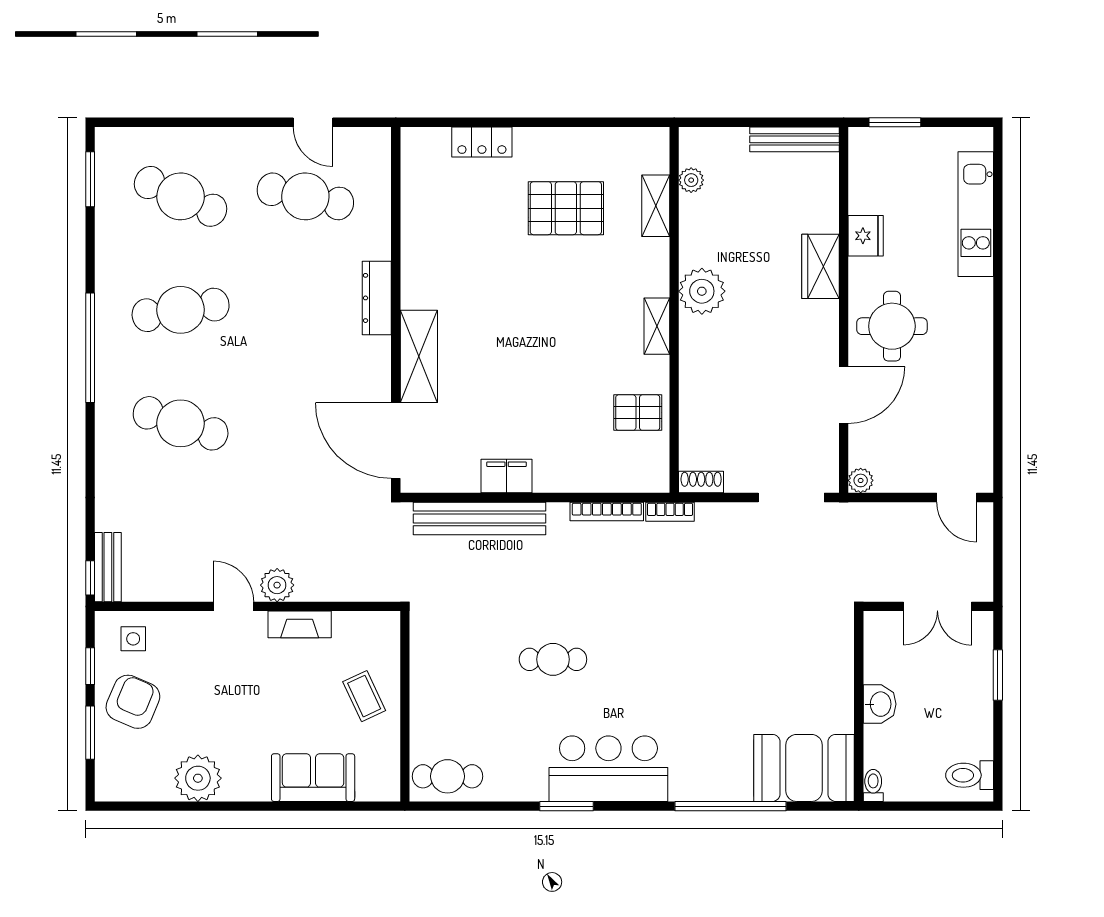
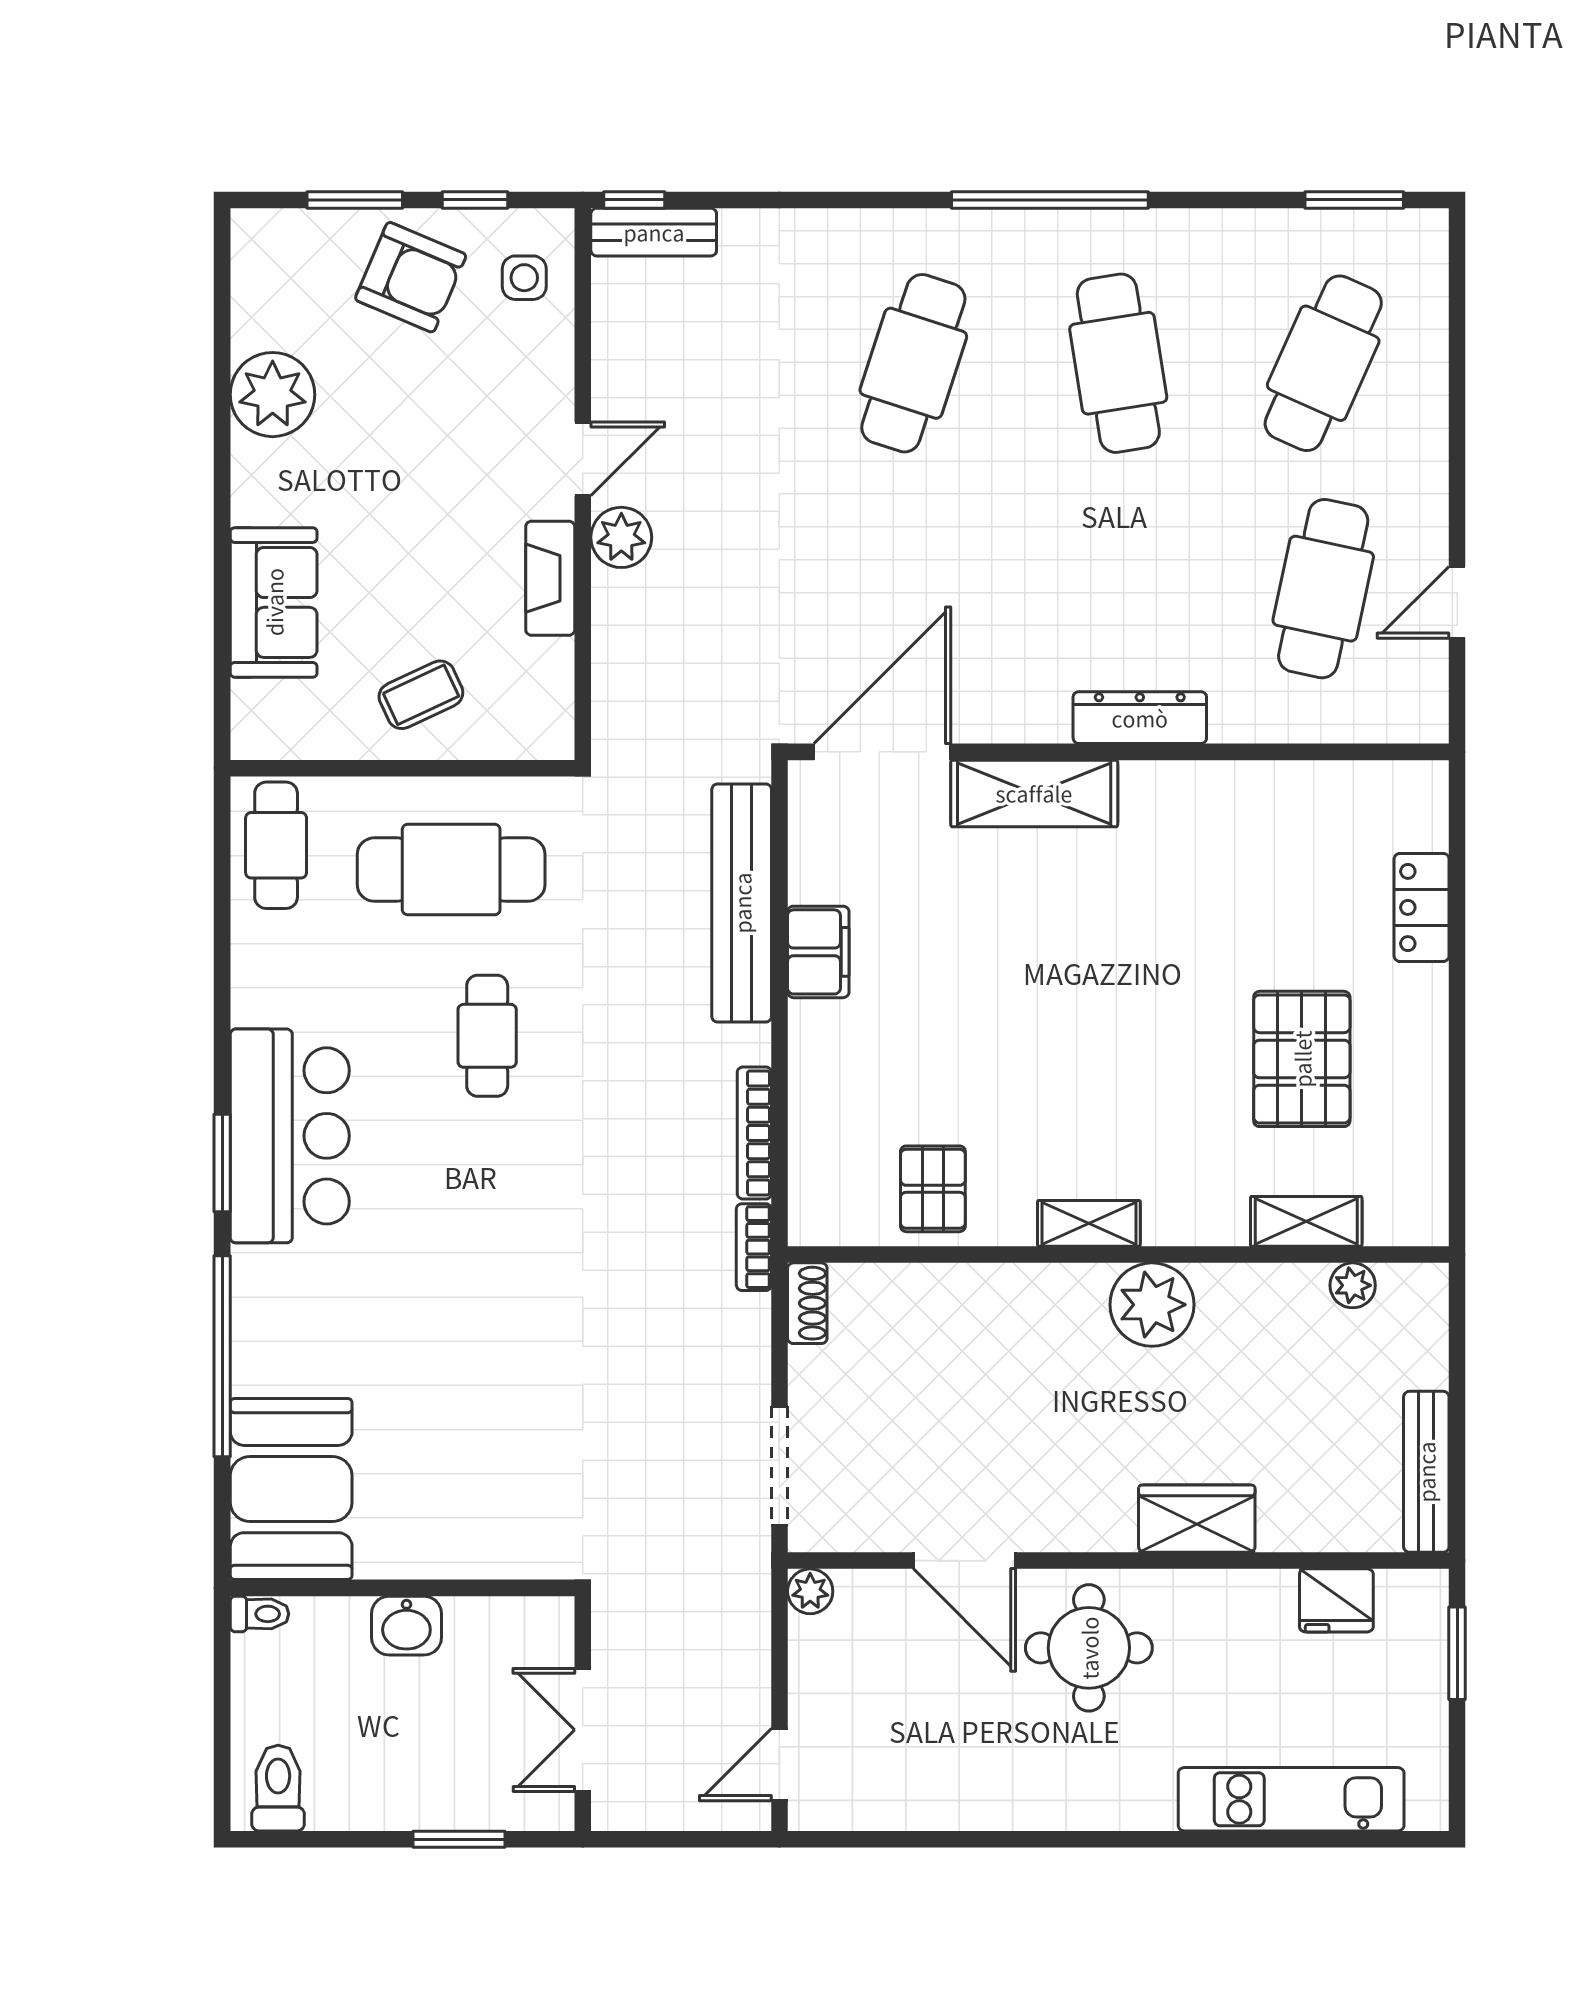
fridge: (866, 236) -> (1336, 1600), moved
cafe table: (461, 679) -> (451, 870), added
window: (567, 806) -> (222, 1163), moved

